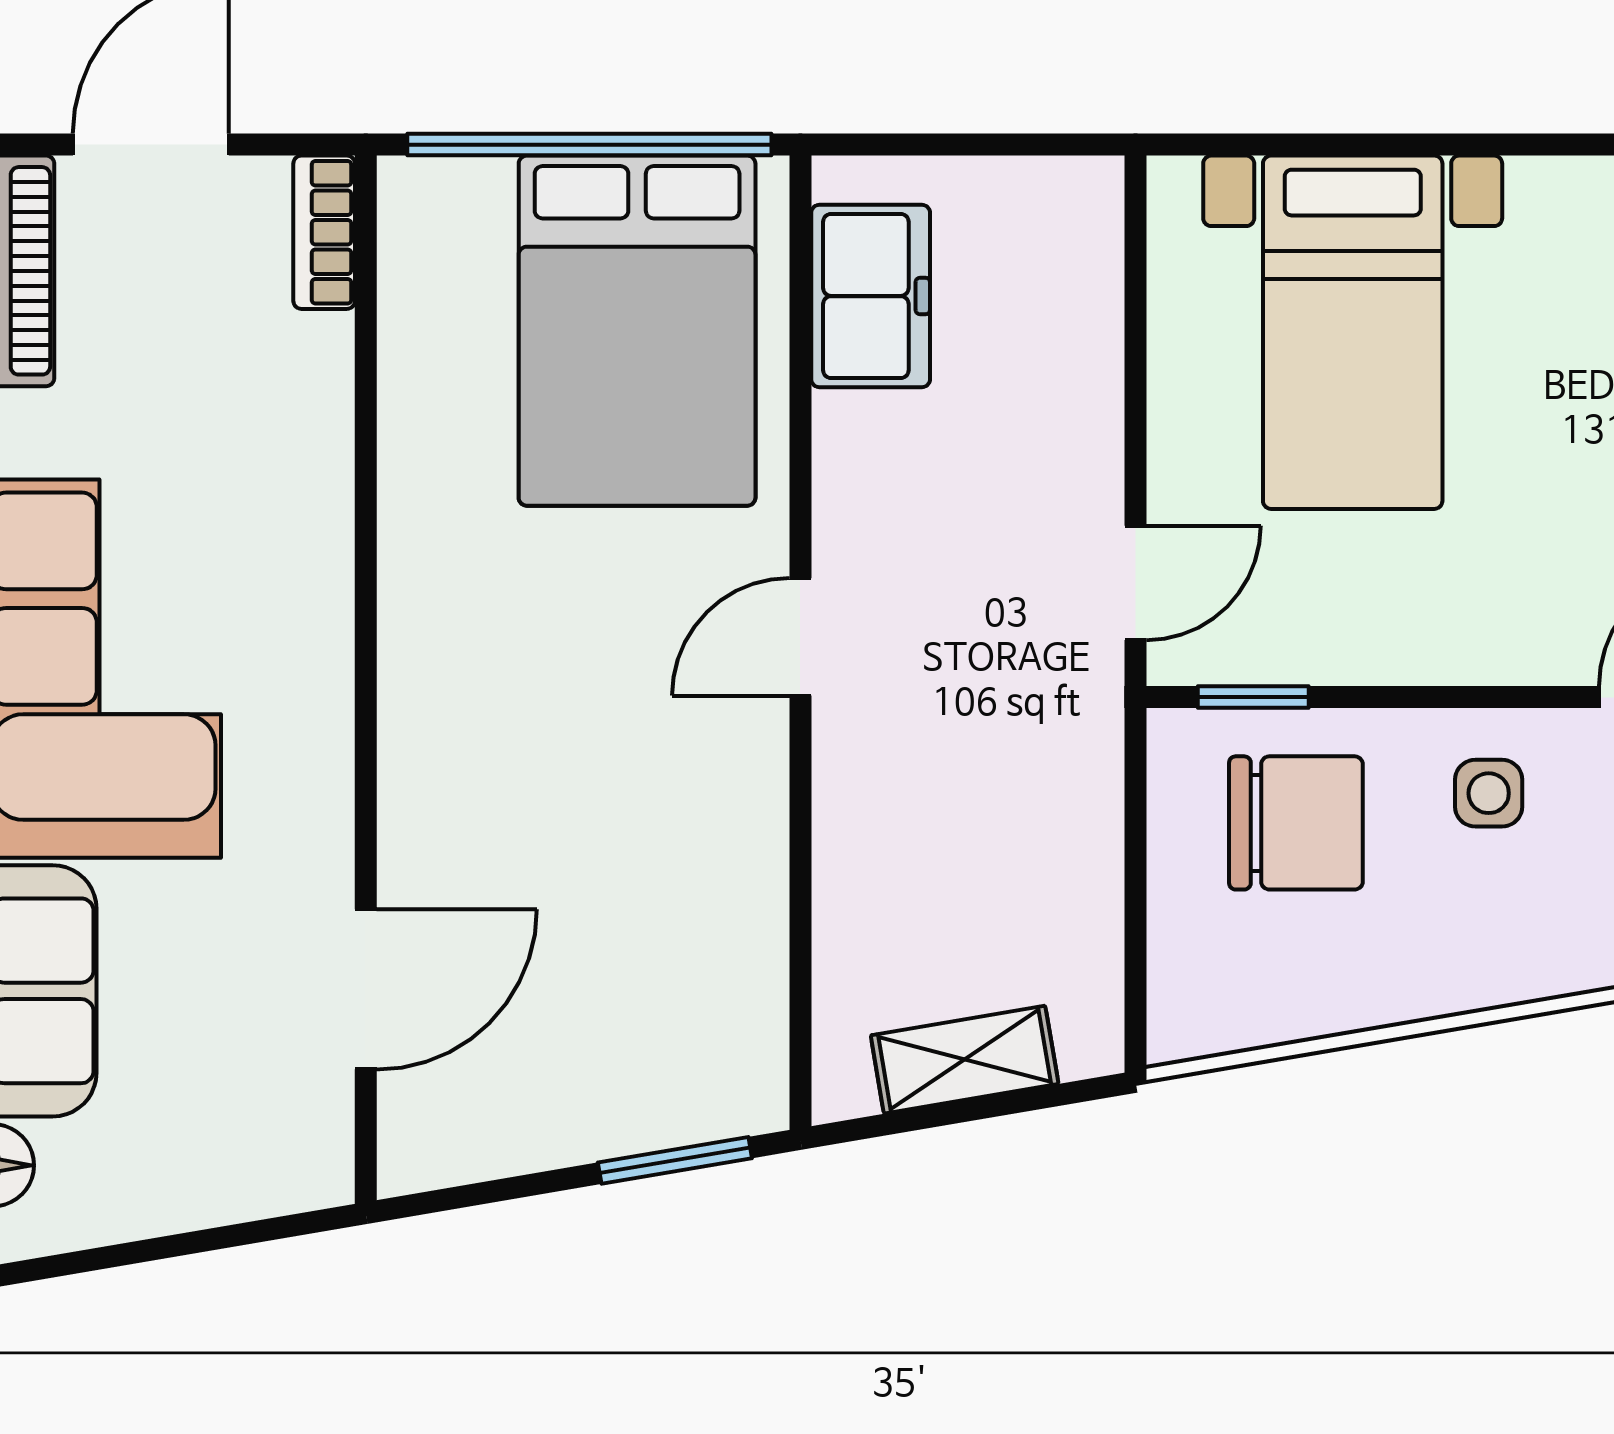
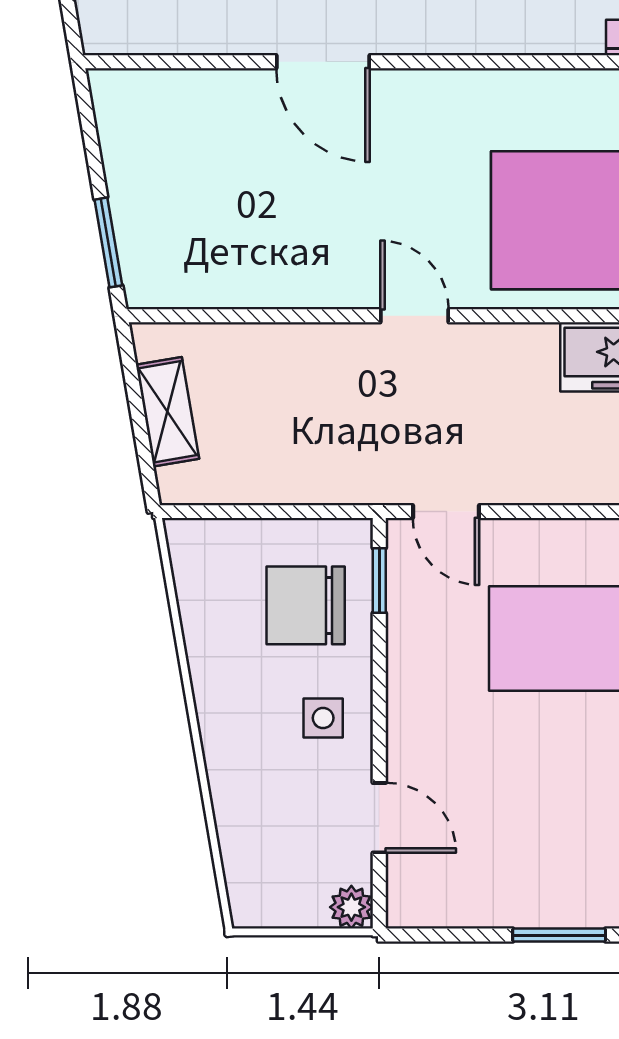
chair: (1296, 823) -> (306, 605), turned 90
door: (366, 989) -> (323, 62), moved

